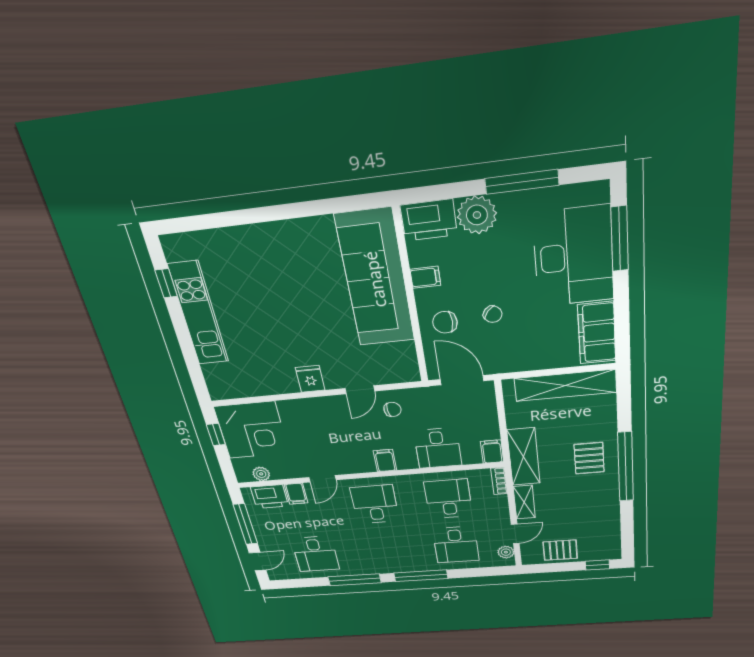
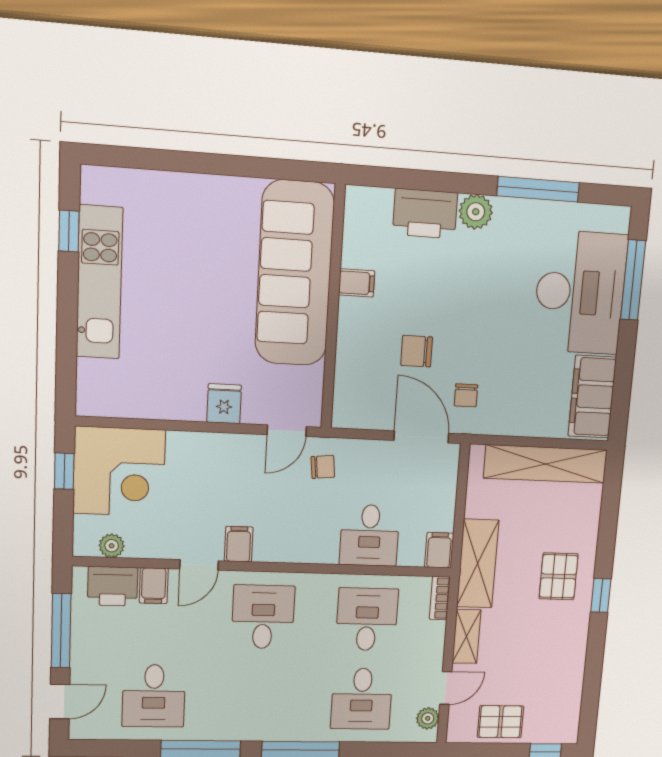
plant: (477, 215) -> (476, 212), width x0.73, depth x0.73
filing cabinet: (425, 277) -> (357, 283), moved
sofa: (375, 279) -> (295, 273), moved
wall: (411, 298) -> (333, 308), moved
chair: (493, 314) -> (466, 395), moved, turned 51
filing cabinet: (385, 461) -> (239, 544), moved
window: (626, 467) -> (601, 595), width x0.32

